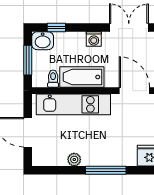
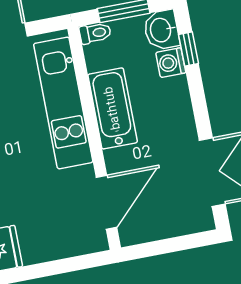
washing machine: (94, 39) -> (171, 63), moved
toilet: (53, 79) -> (95, 33), moved

